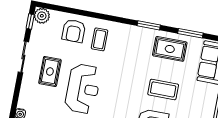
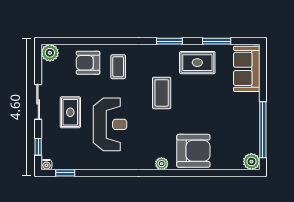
window: (30, 22) -> (38, 147), moved
armchair: (74, 31) -> (88, 63), turned 90
coffee table: (163, 89) -> (162, 93), moved, turned 90

